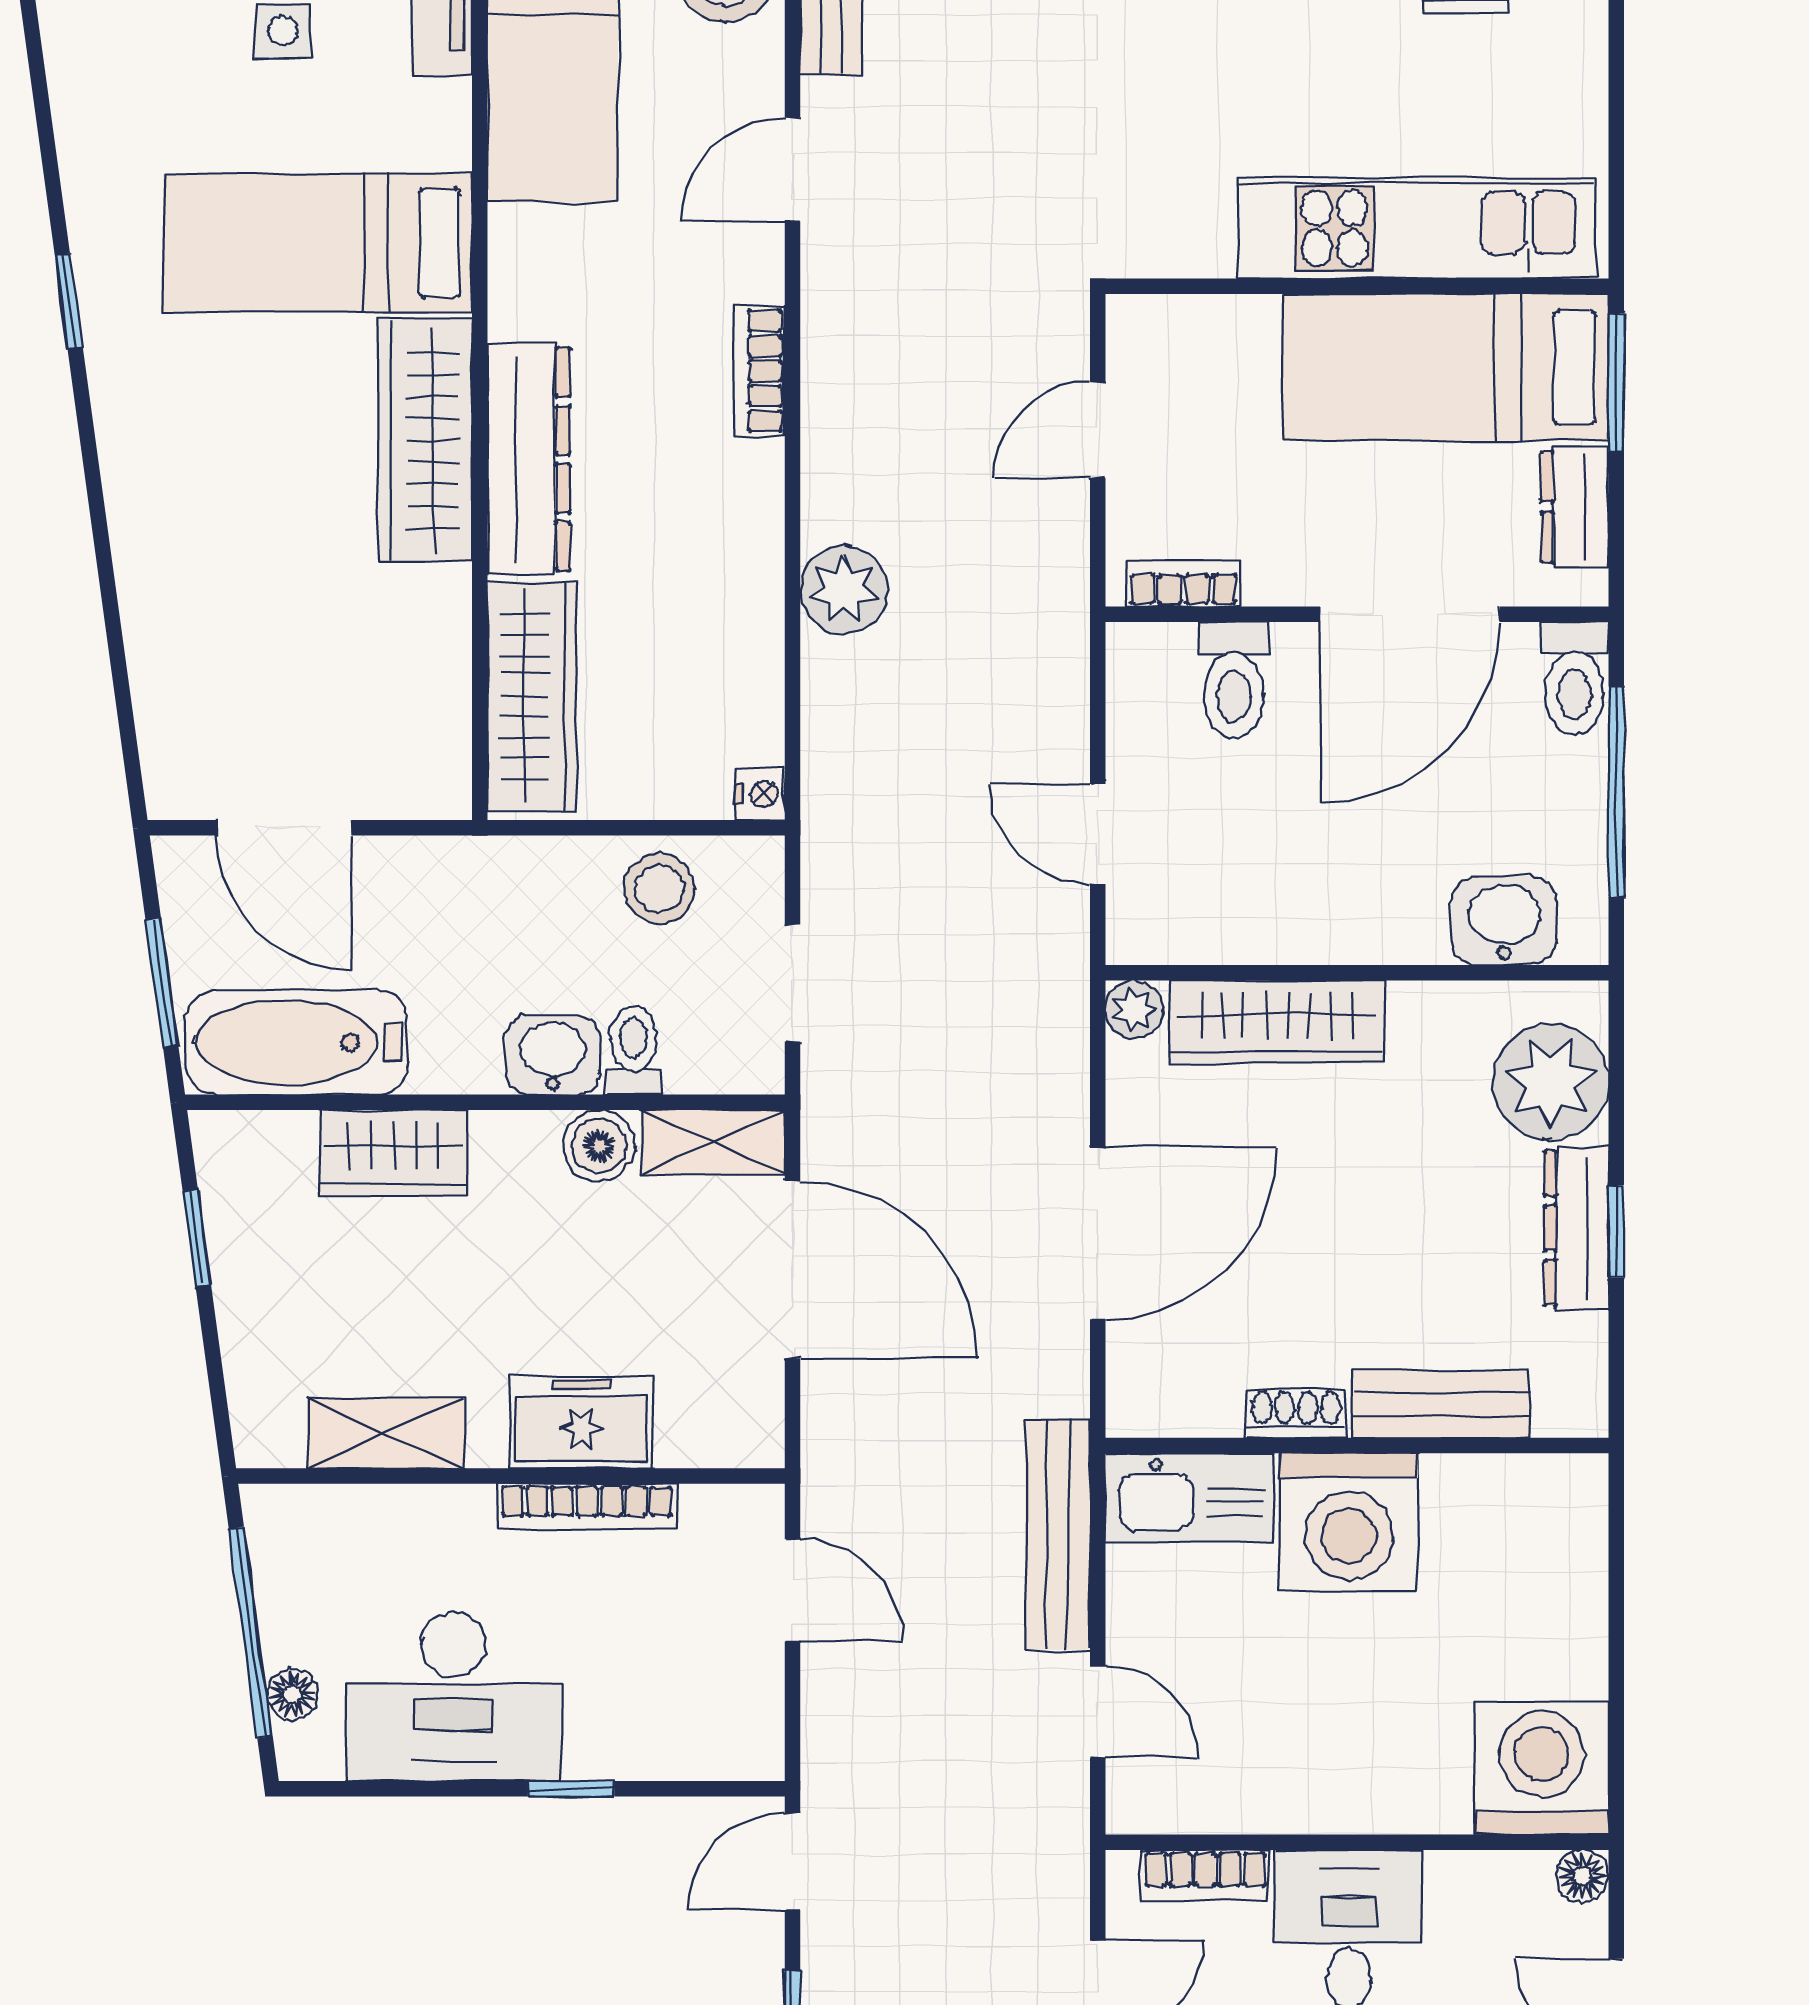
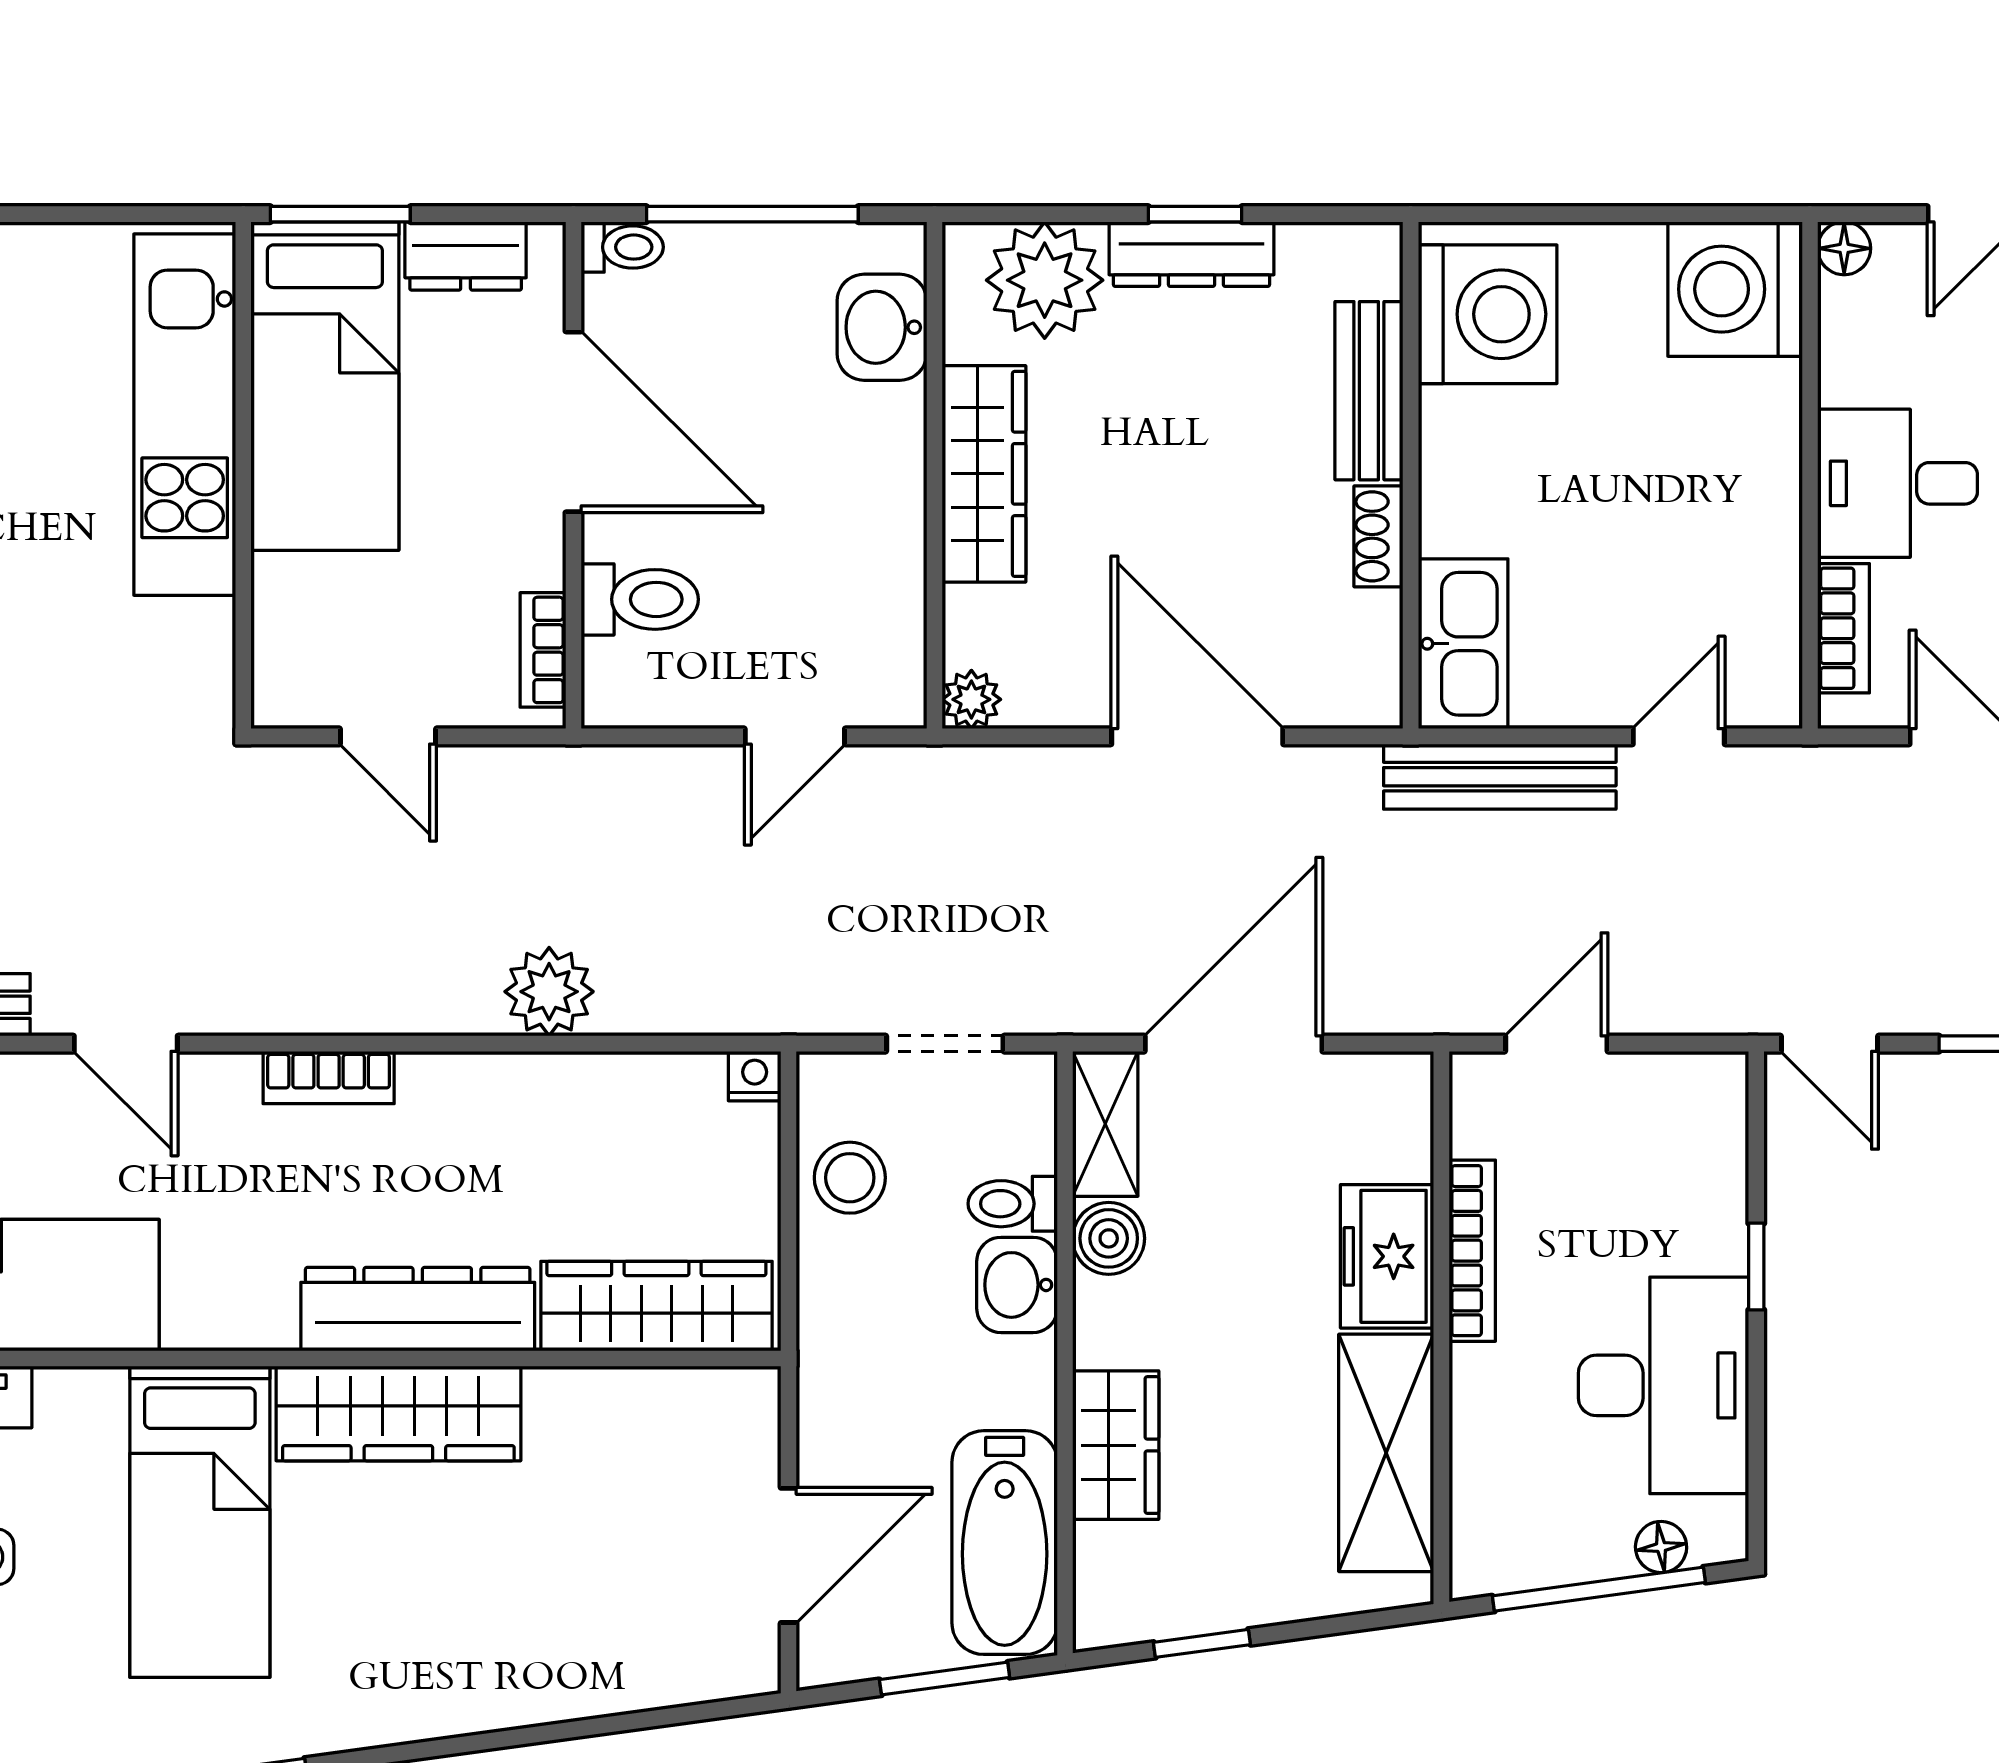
toilet: (1574, 678) -> (622, 247), width x0.73, depth x0.72
wardrobe: (1277, 1022) -> (984, 474), moved
shelving: (386, 1433) -> (1386, 1453), width x1.50, depth x1.33
washing machine: (1349, 1522) -> (1488, 314), moved

